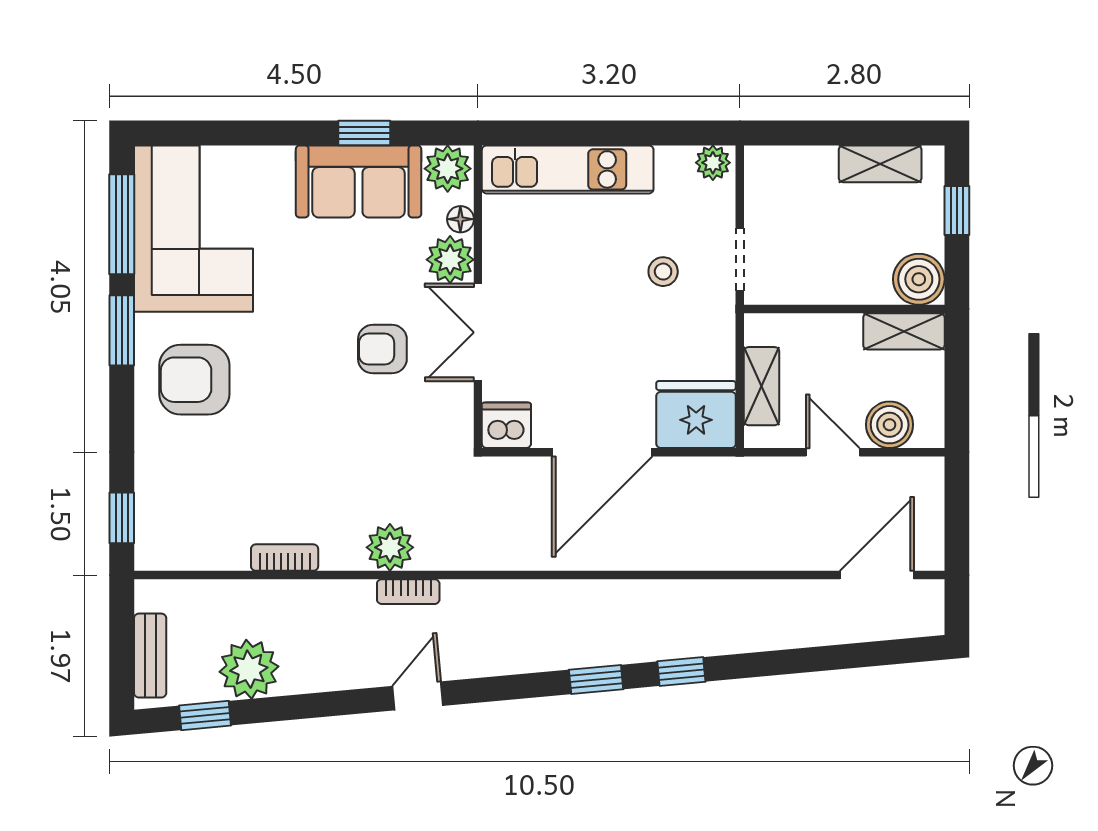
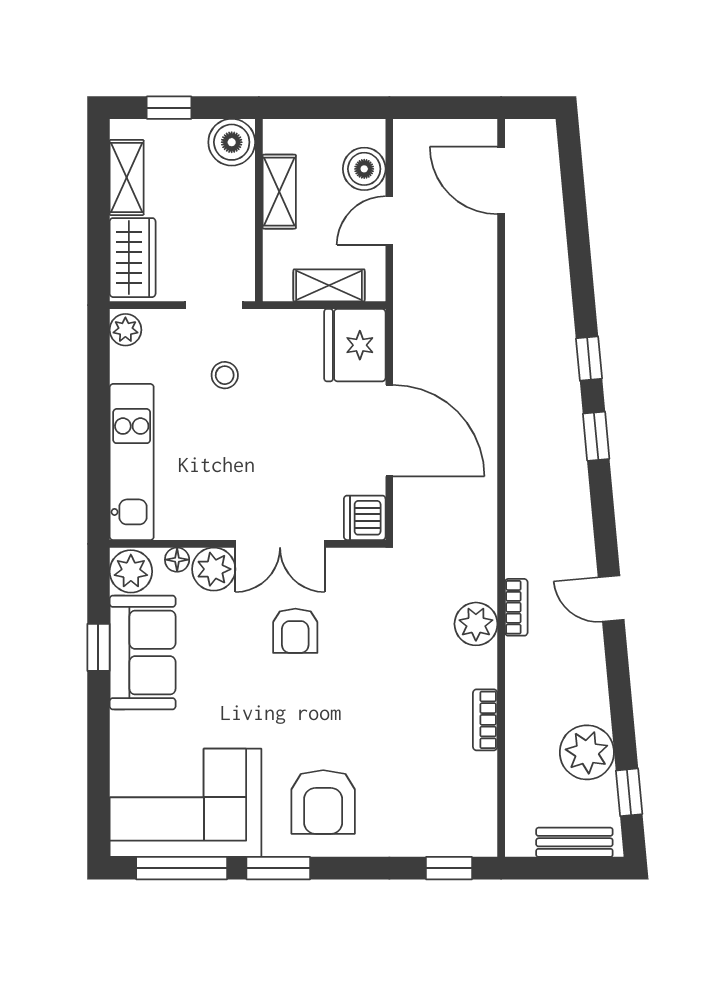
wardrobe: (792, 170) -> (133, 258), added
shelving: (904, 331) -> (279, 192), moved

